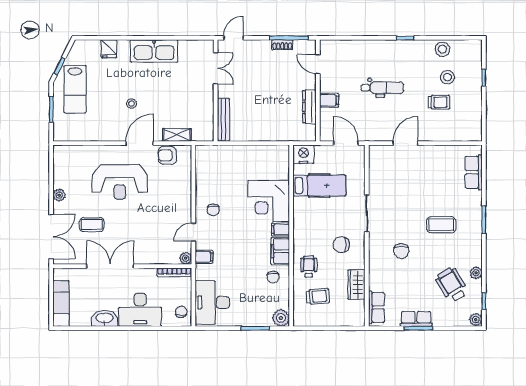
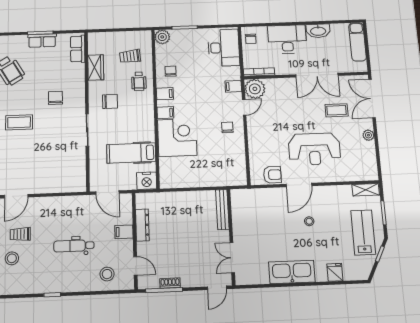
stool: (442, 49) -> (107, 274), moved
shelving: (177, 135) -> (366, 190), moved
door: (405, 143) -> (16, 196), moved
reception desk: (120, 182) -> (314, 149), turned 180
filing cabinet: (280, 251) -> (165, 94), width x0.50
plant: (186, 258) -> (255, 89), width x1.87, depth x1.87

